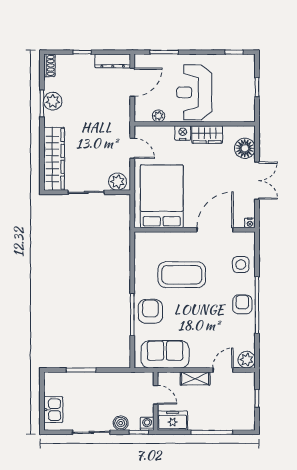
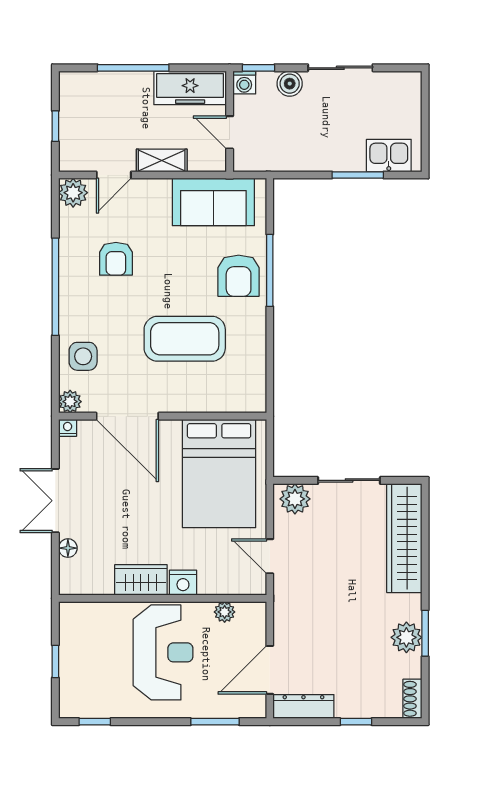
floor lamp: (245, 148) -> (68, 548), width x0.53, depth x0.53
door: (215, 230) -> (127, 416), hinge flipped
plant: (248, 238) -> (70, 402), added
armchair: (242, 304) -> (116, 259), moved
kitchen sink: (53, 410) -> (389, 156), moved, turned 90
freezer: (173, 421) -> (190, 88), width x1.40

